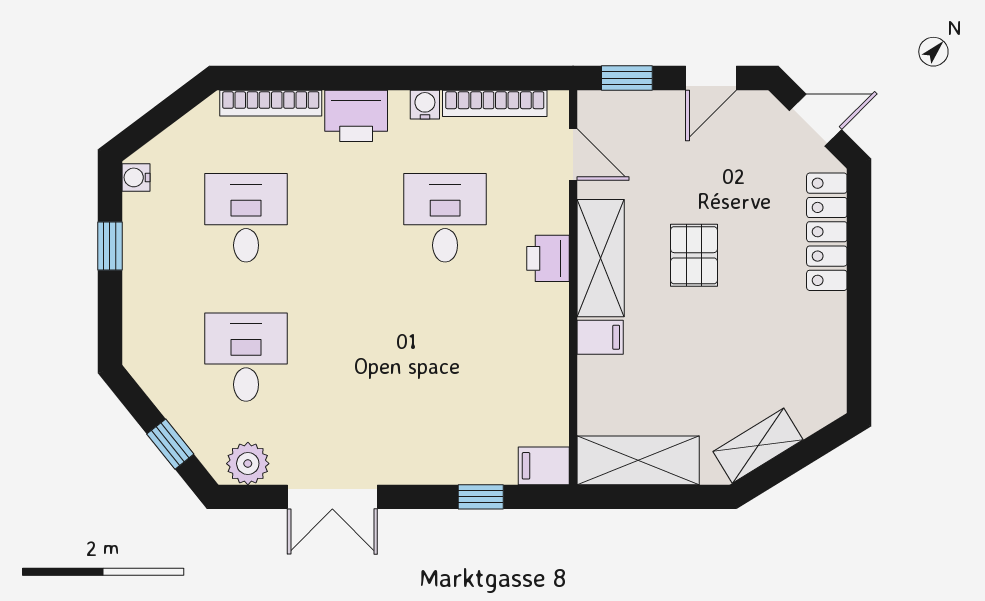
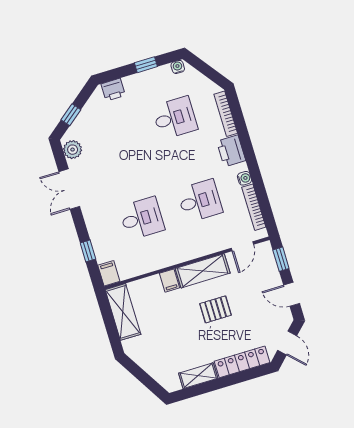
printer: (548, 258) -> (113, 90), moved, turned 180
desk: (246, 357) -> (142, 218), moved
shelving: (758, 446) -> (198, 376), moved, turned -58

